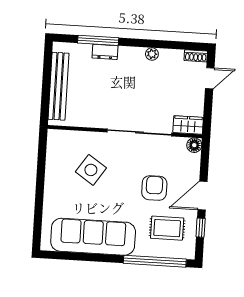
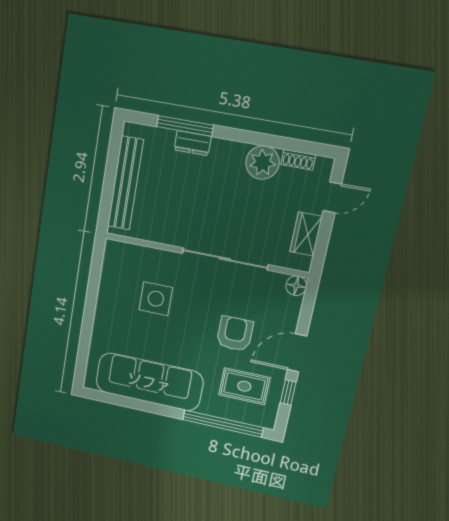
plant: (152, 54) -> (262, 163), width x1.87, depth x1.87
shoe rack: (196, 56) -> (298, 160), moved
wardrobe: (188, 125) -> (306, 234), moved, turned -90
side table: (91, 170) -> (156, 299), turned -34

